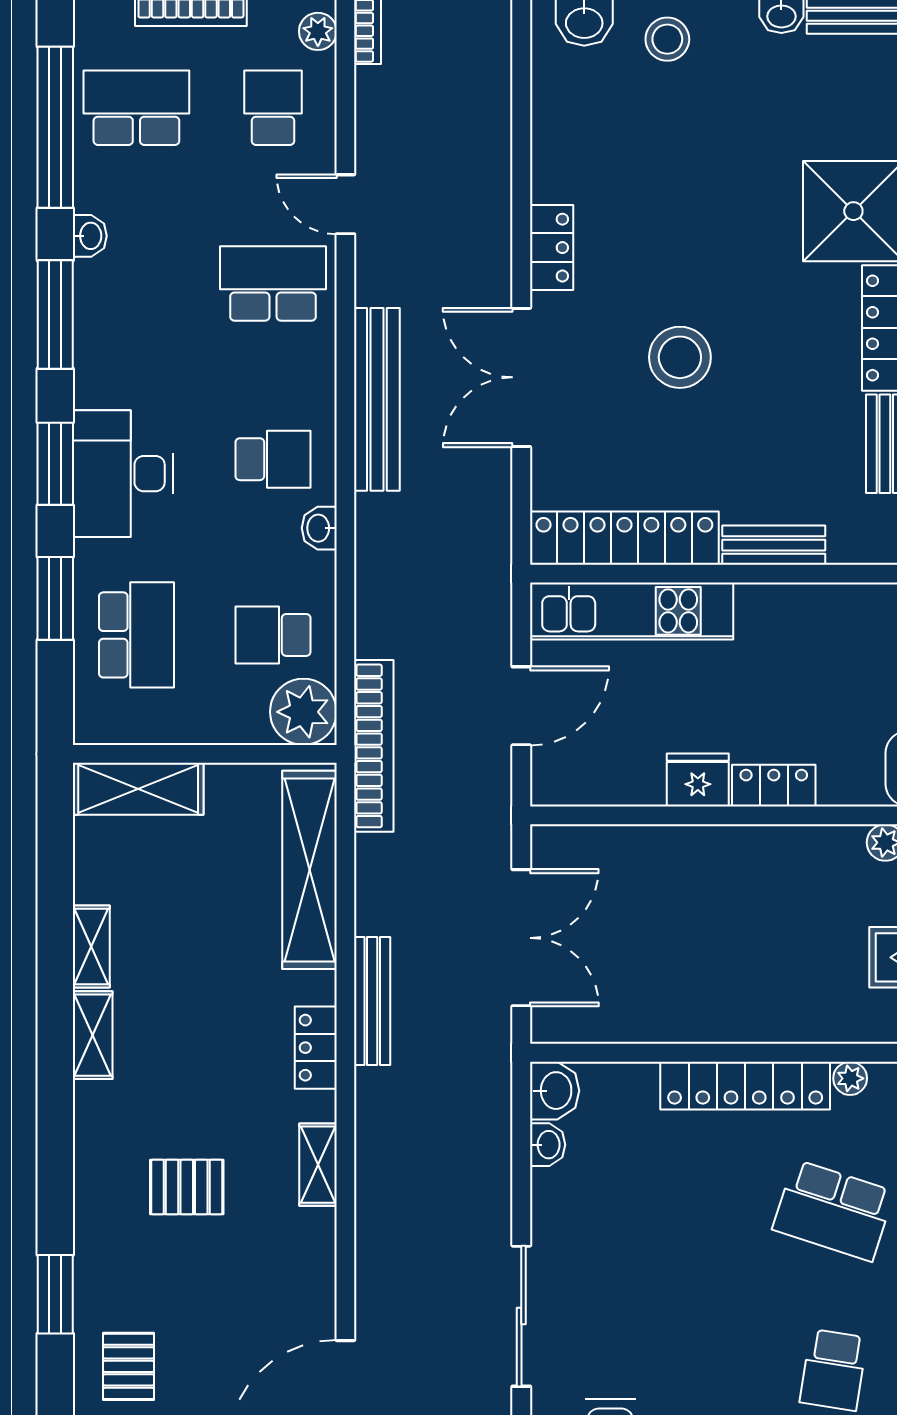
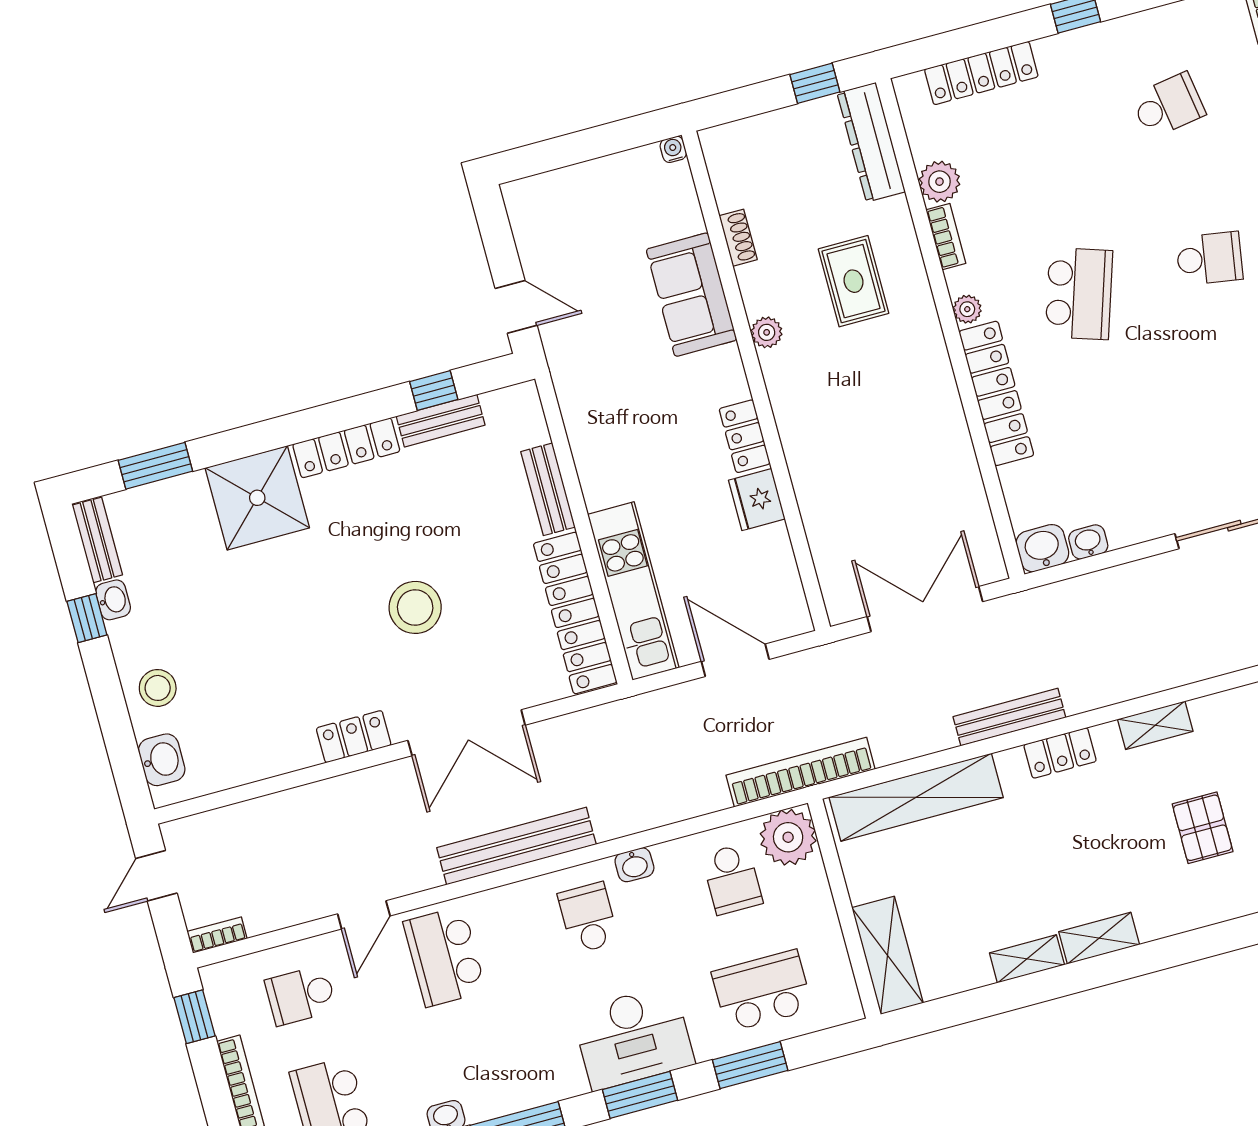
plant: (318, 31) -> (228, 976), removed

